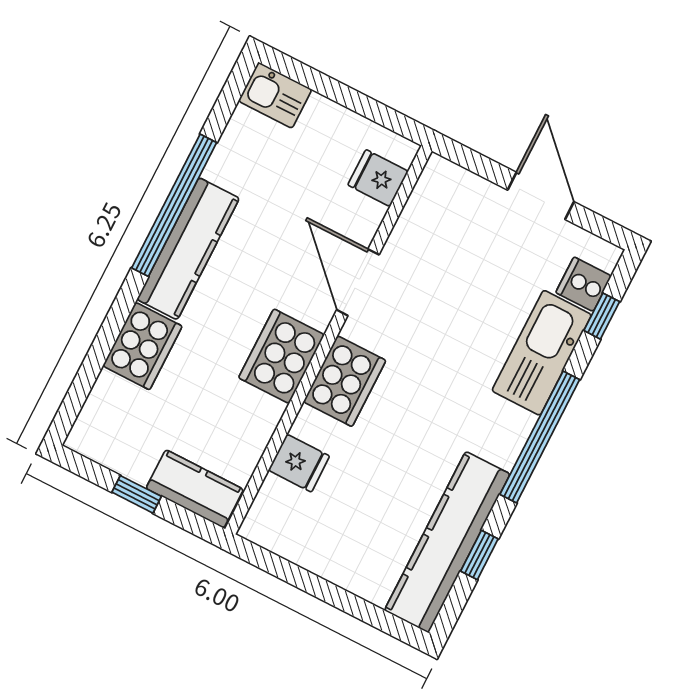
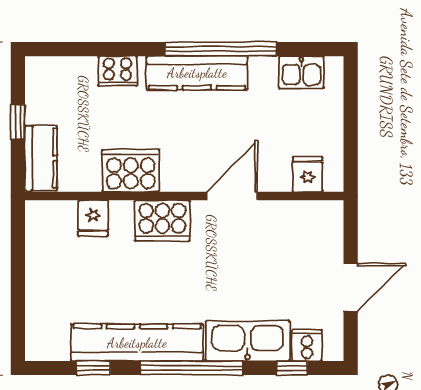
kitchen sink: (275, 95) -> (301, 72), moved, turned -90
cooker: (142, 346) -> (117, 71), width x0.73, depth x0.76
cooker: (282, 356) -> (131, 171), moved
kitchen counter: (447, 542) -> (137, 343), moved

